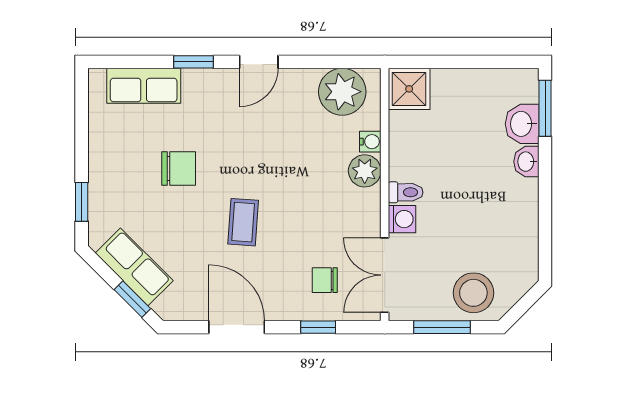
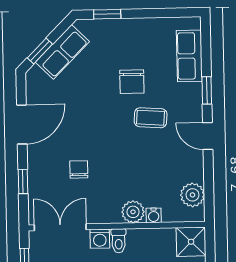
plant: (342, 92) -> (192, 195), width x0.73, depth x0.73
coffee table: (243, 222) -> (151, 118), moved
chair: (325, 280) -> (79, 169), moved

